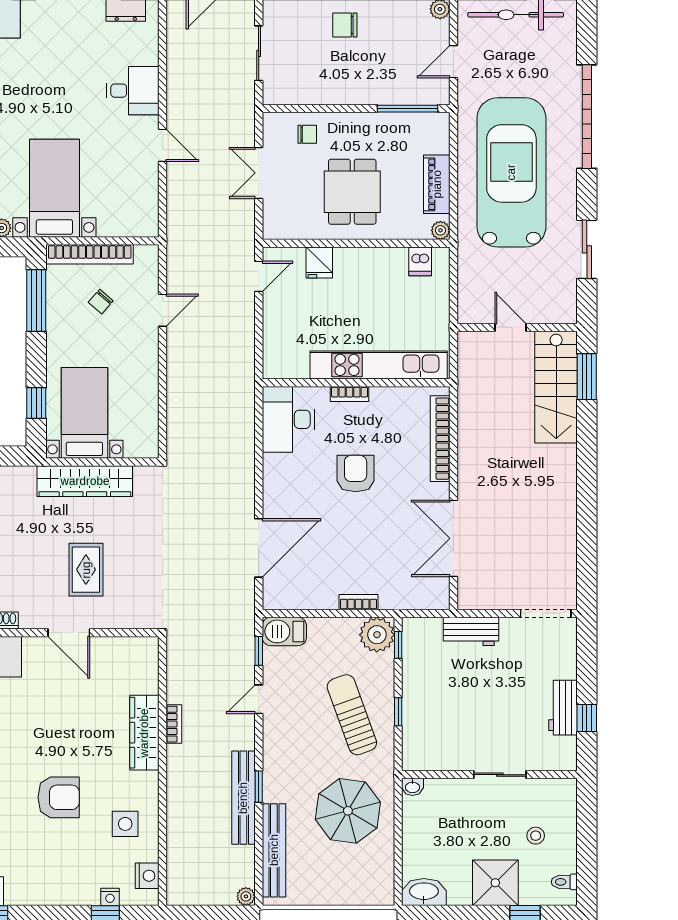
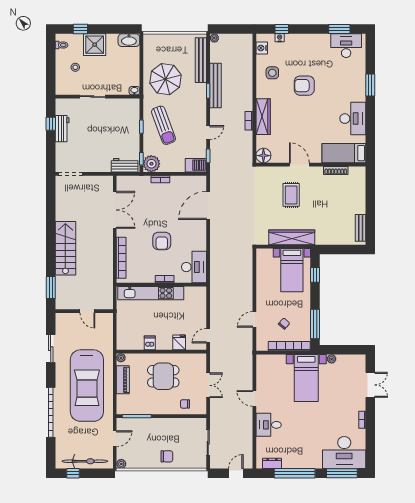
dining table: (352, 192) -> (163, 376), turned 90
dishwasher: (420, 261) -> (150, 343), moved
stairs: (556, 387) -> (65, 248), moved
workbench: (471, 631) -> (125, 165), moved
floor lamp: (144, 652) -> (263, 156), added

